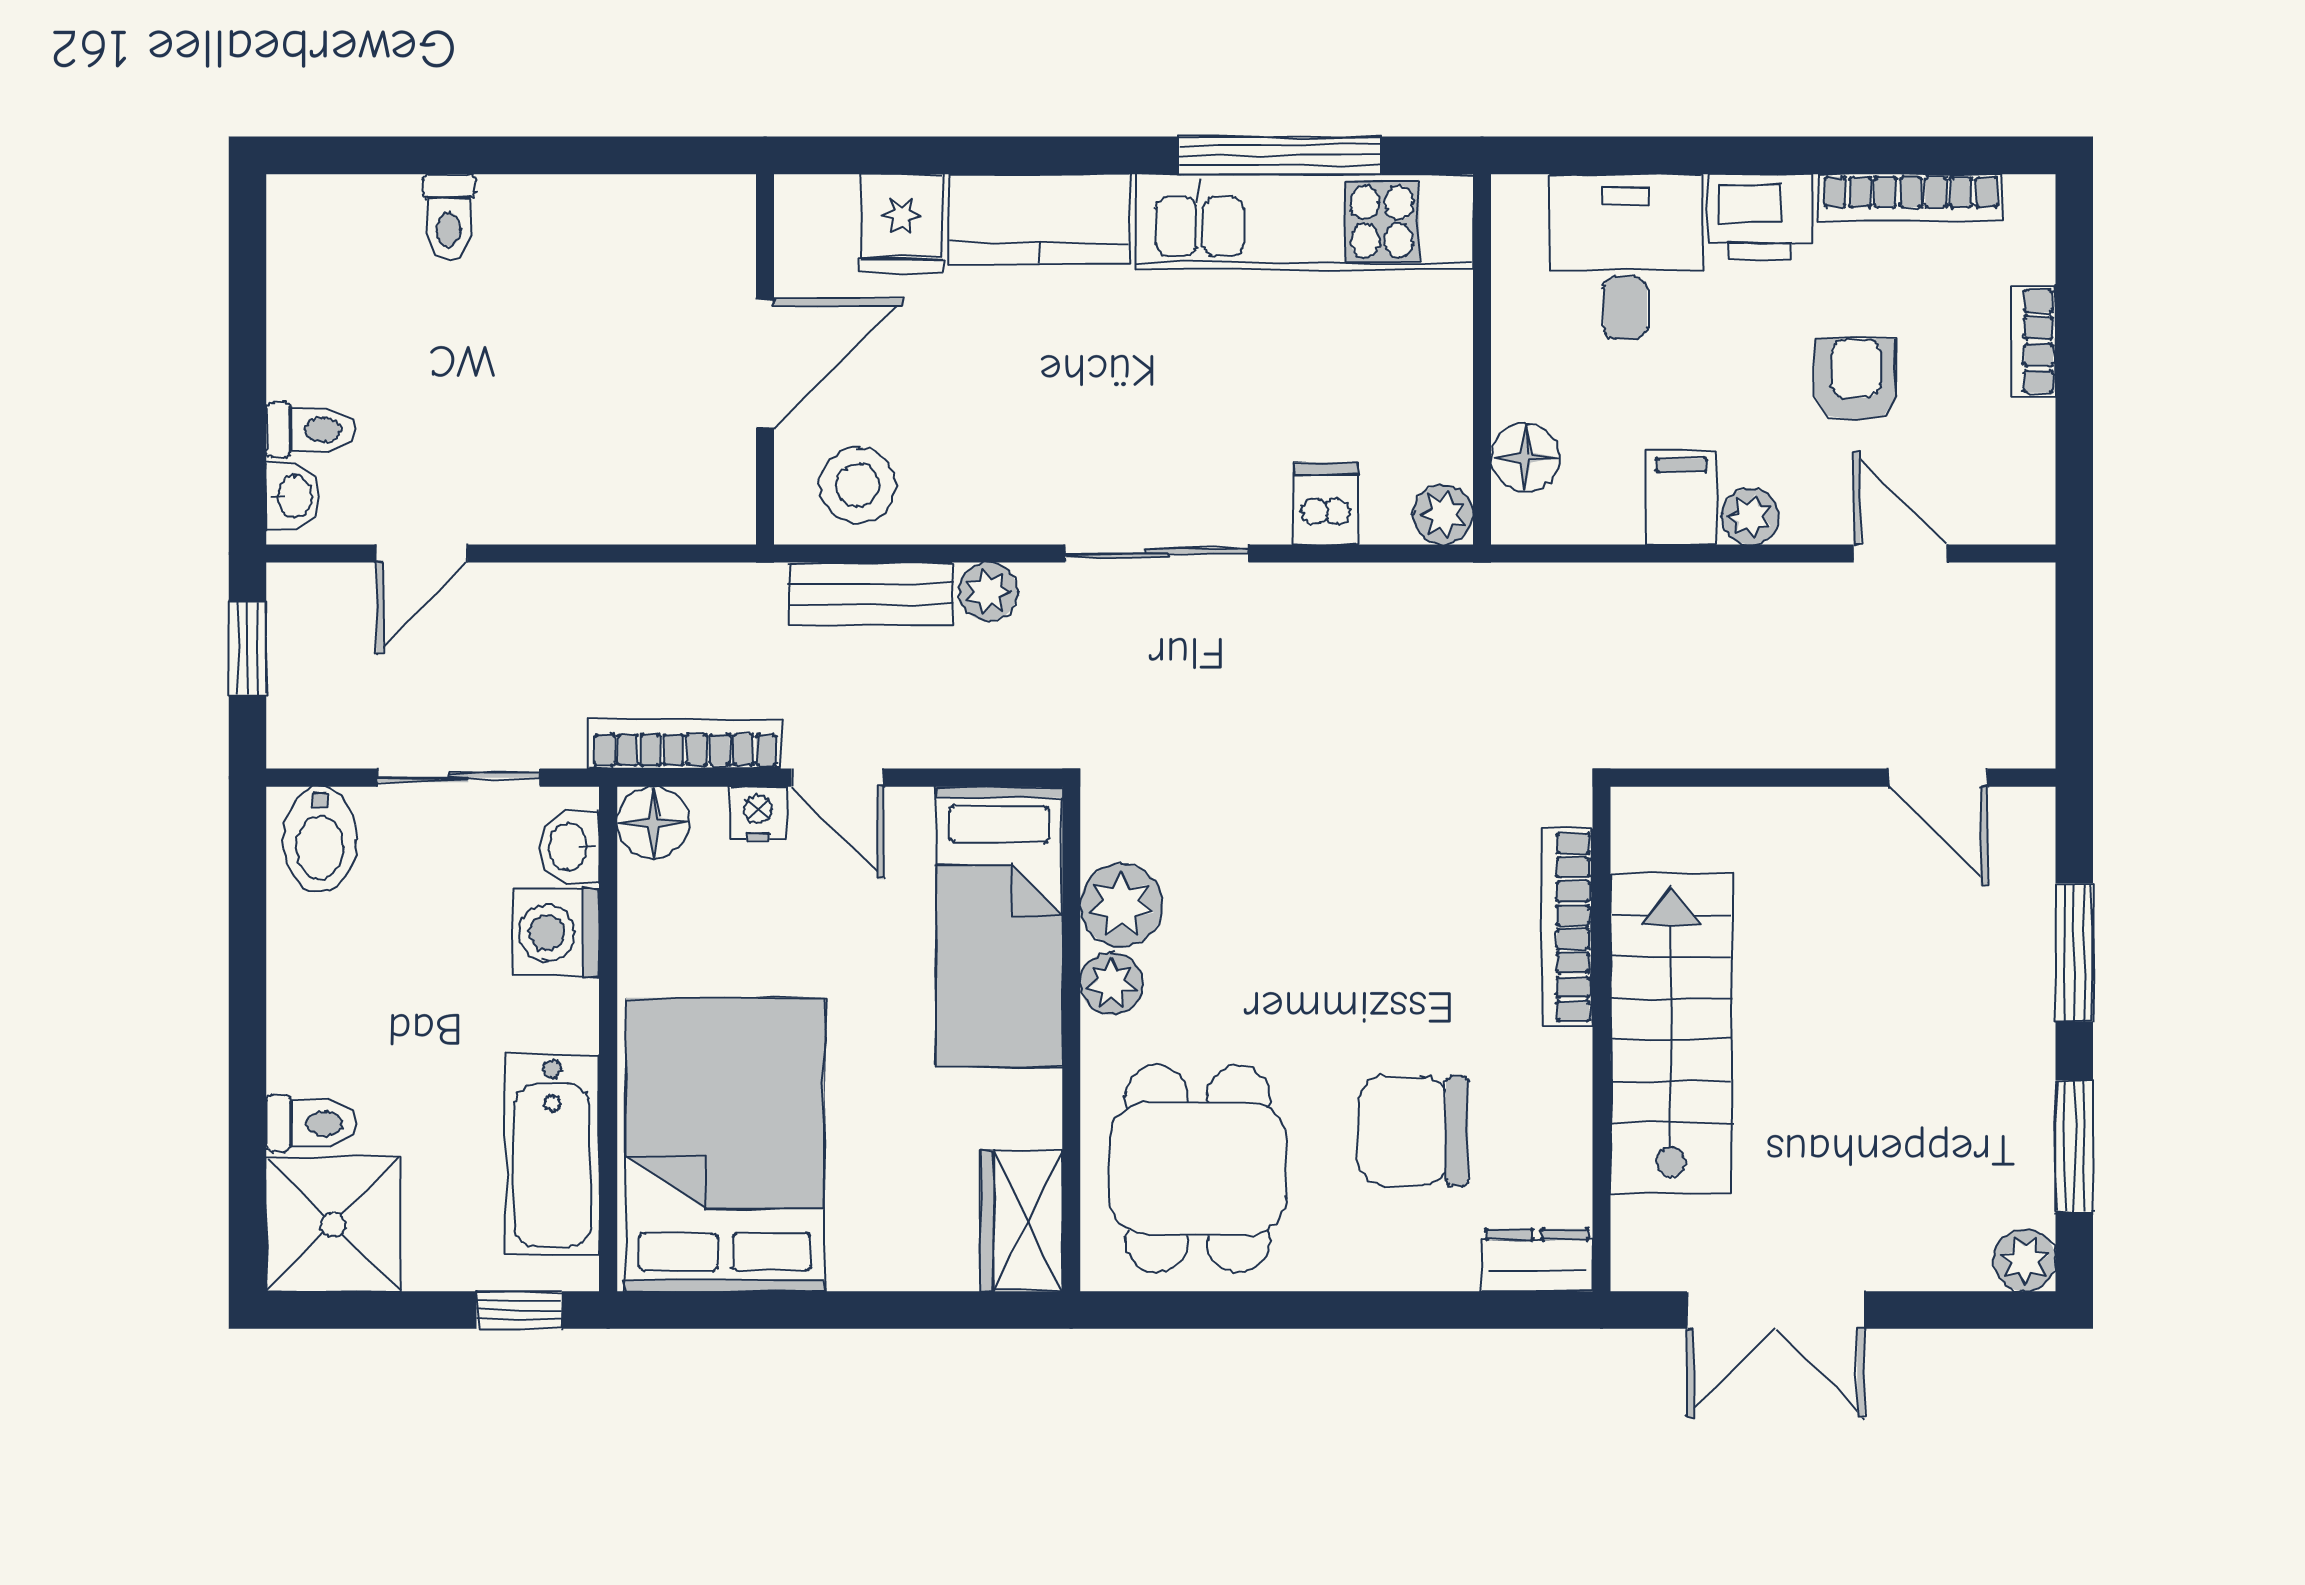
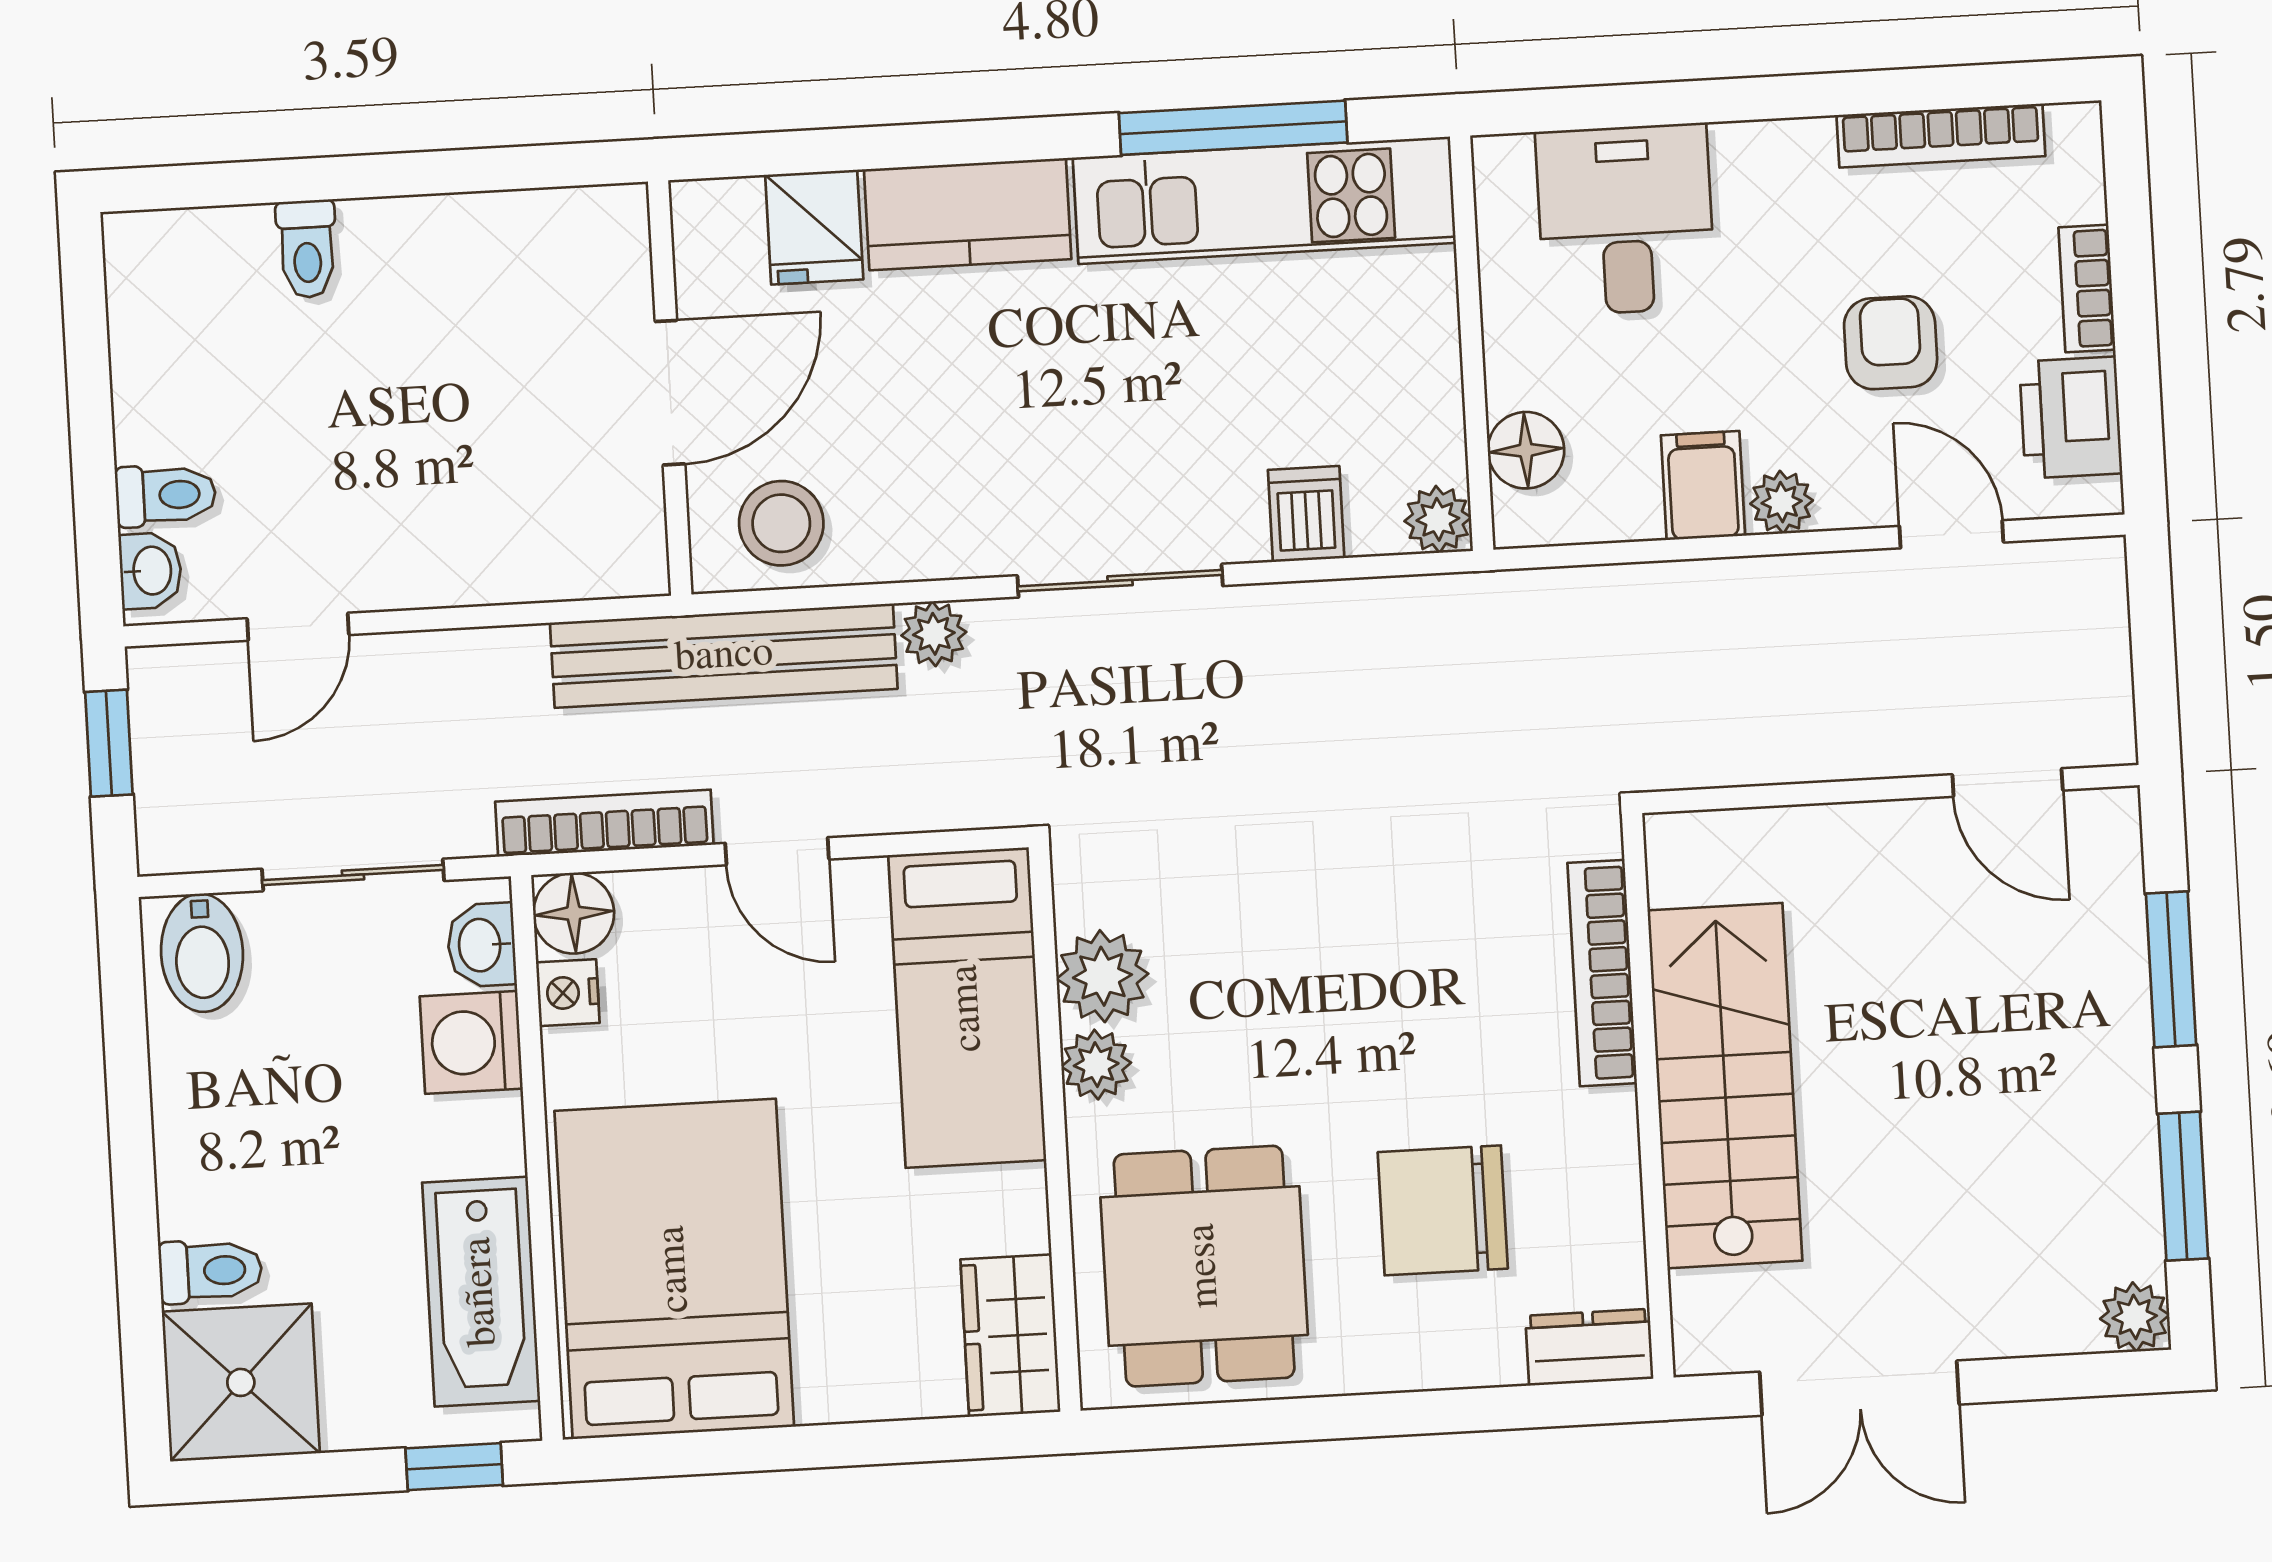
printer: (1760, 217) -> (2071, 418), moved, turned 90
bench: (871, 594) -> (724, 656), width x1.86, depth x1.21
nightstand: (758, 813) -> (568, 993), moved, turned -90

